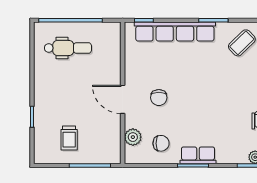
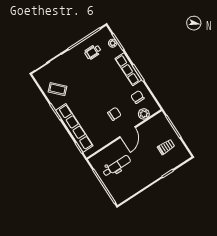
dental chair: (68, 48) -> (117, 166), moved, turned 90
row of seats: (198, 155) -> (128, 69), width x1.48

